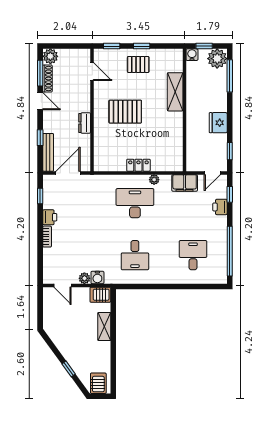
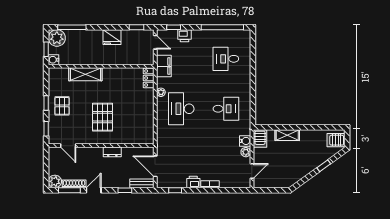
door: (92, 72) -> (68, 146), swing flipped
bench: (48, 152) -> (142, 183), width x0.73
locker: (138, 165) -> (149, 78), moved

